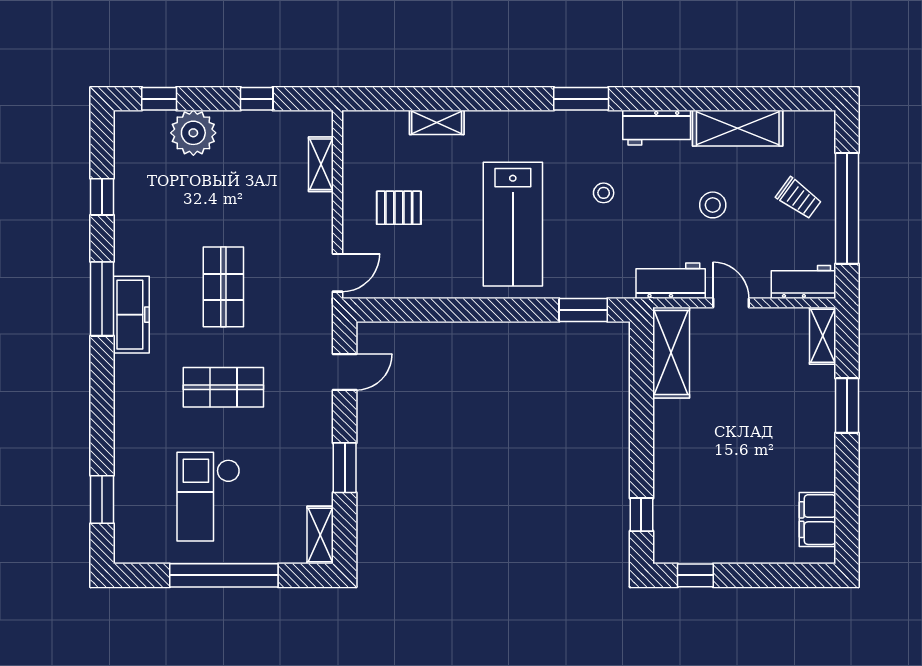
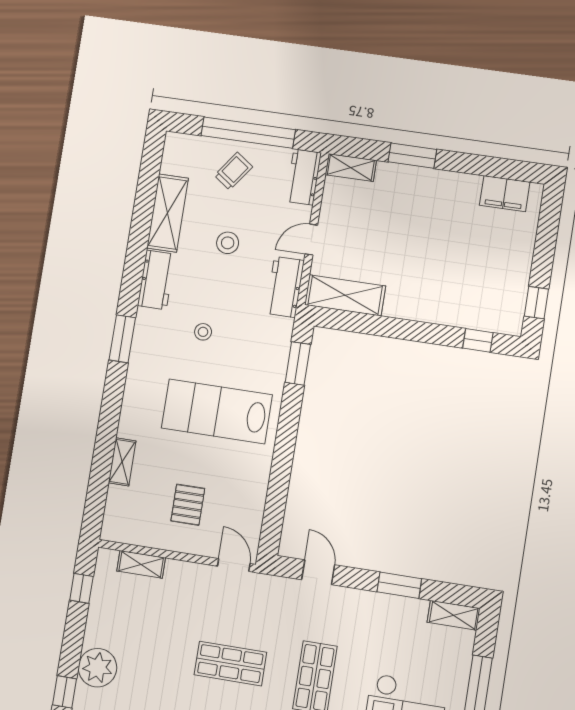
window: (257, 99) -> (81, 588), moved
lab bench: (513, 224) -> (217, 411), turned 180

